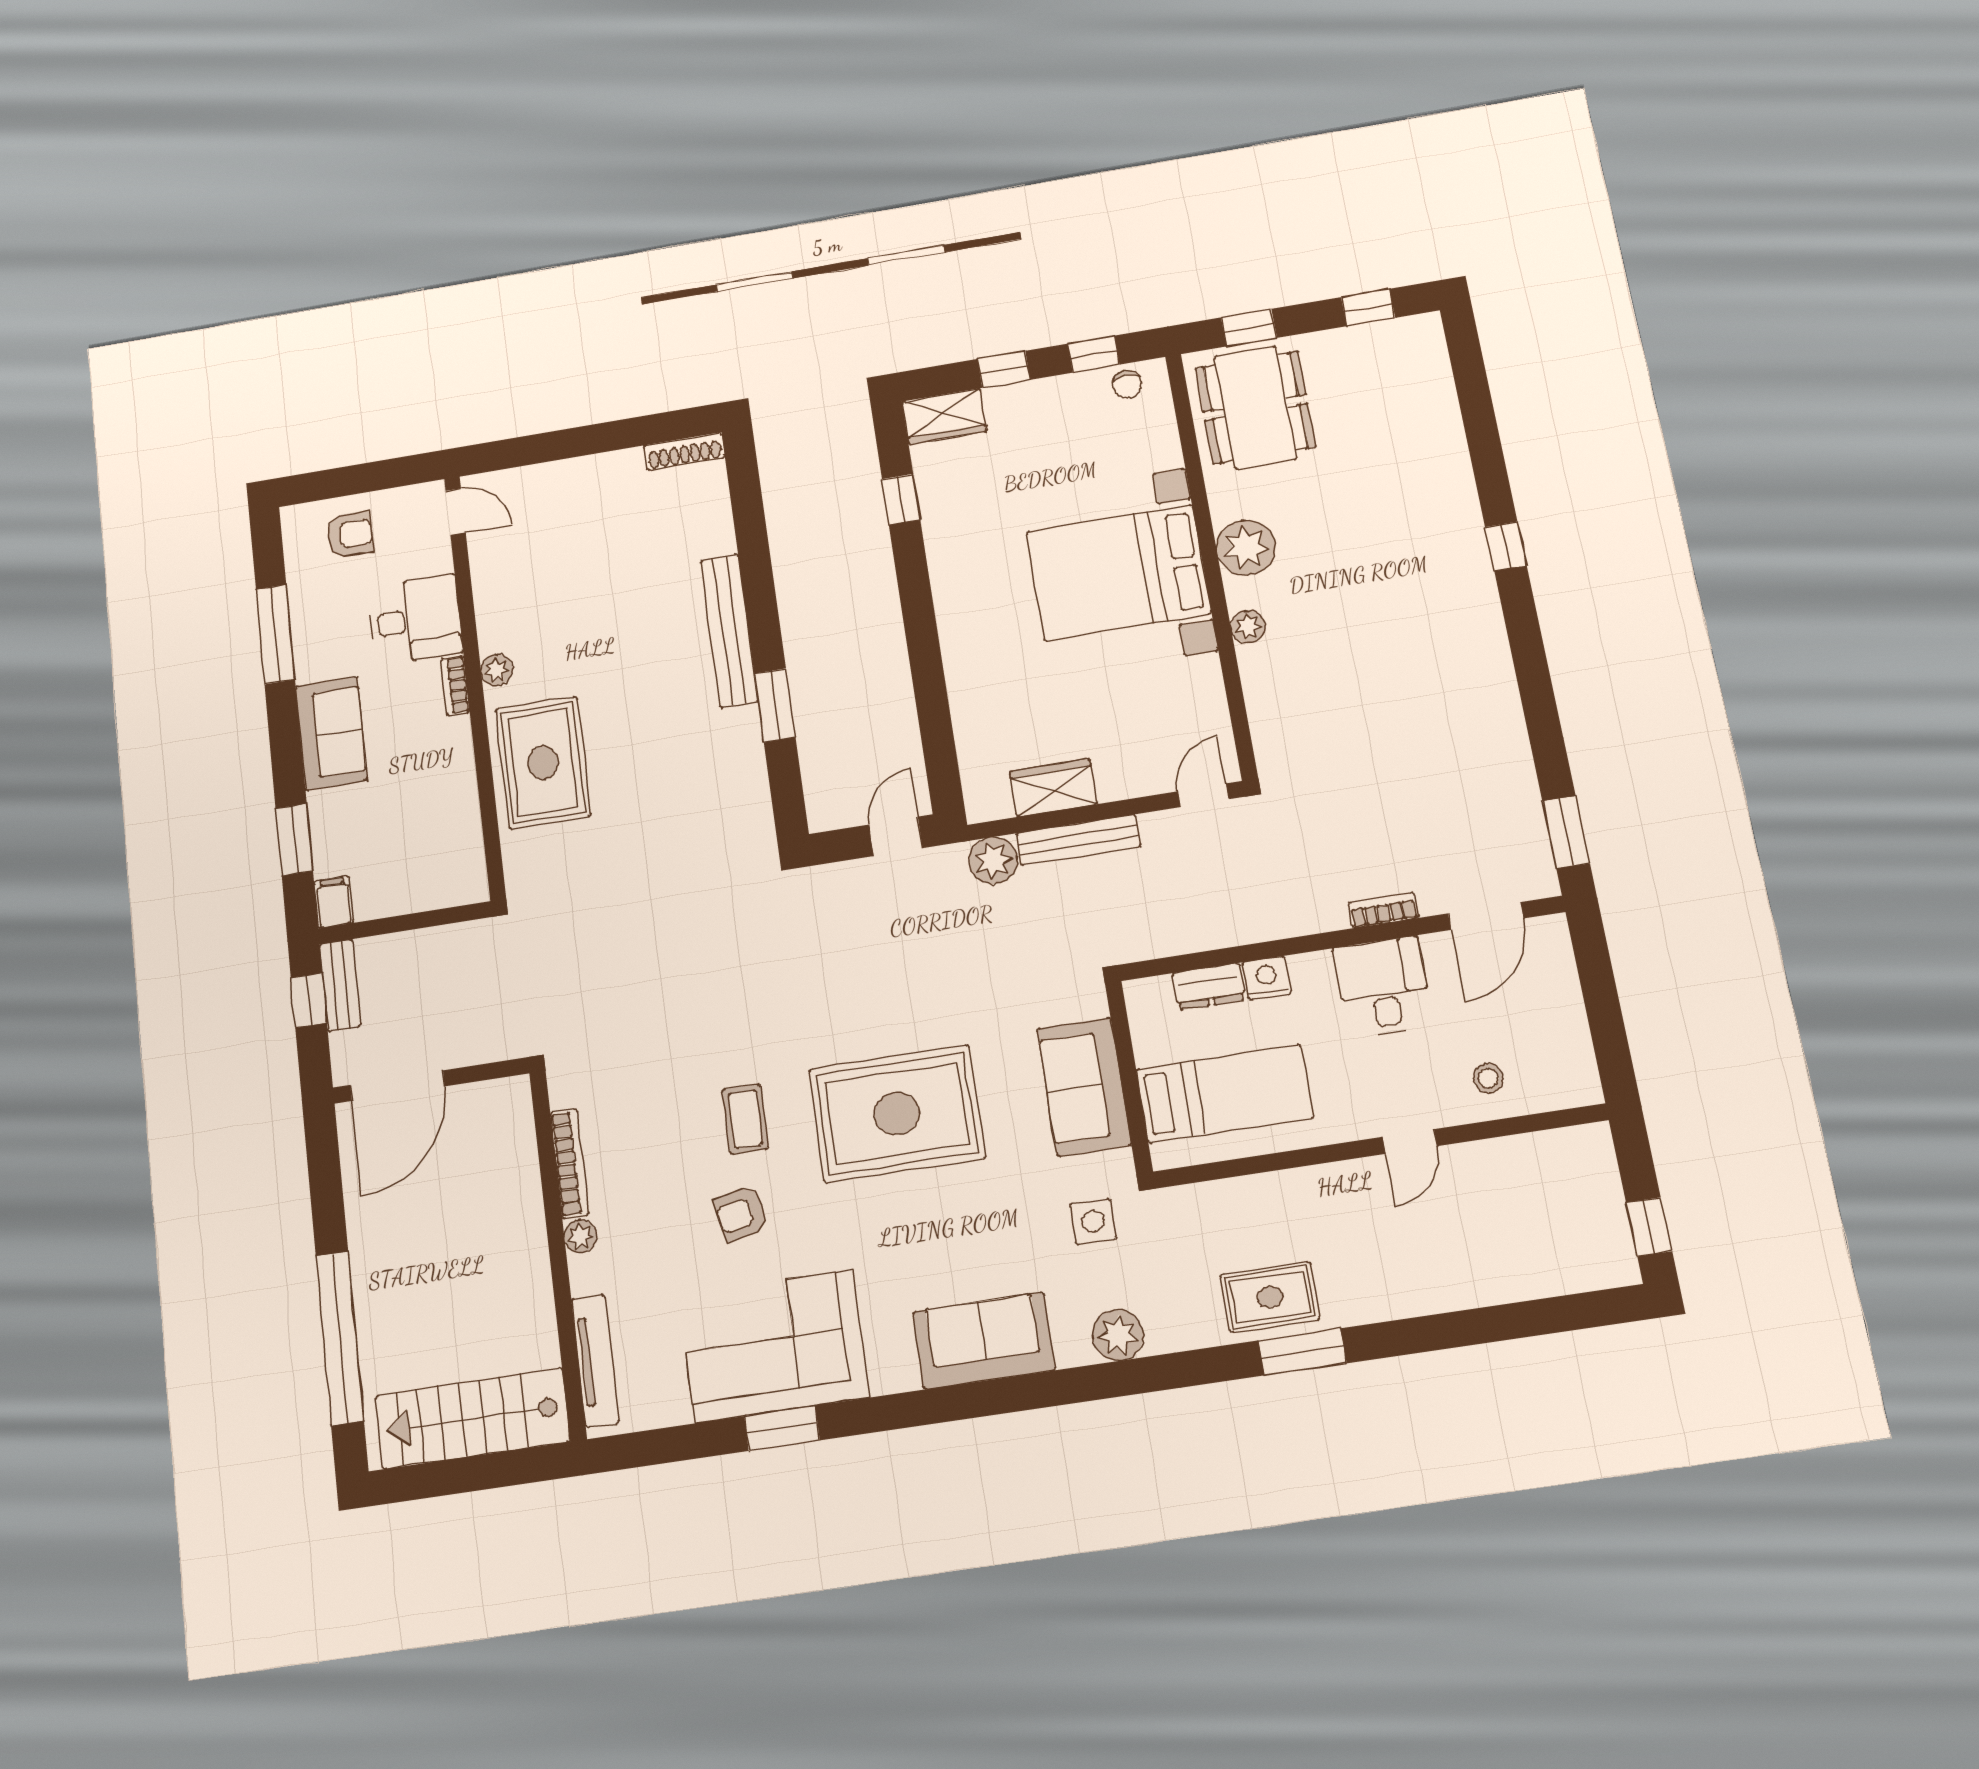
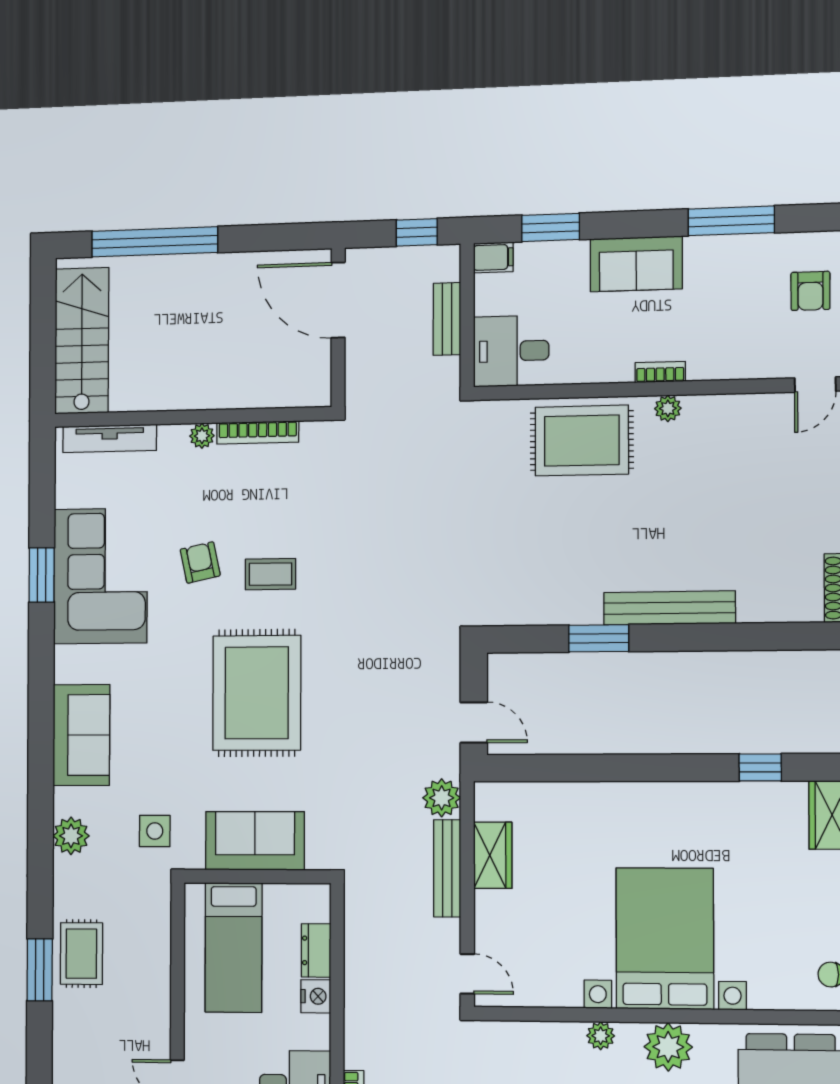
desk: (415, 620) -> (511, 351), moved, turned 90
bench: (340, 985) -> (447, 319), moved, turned 90

